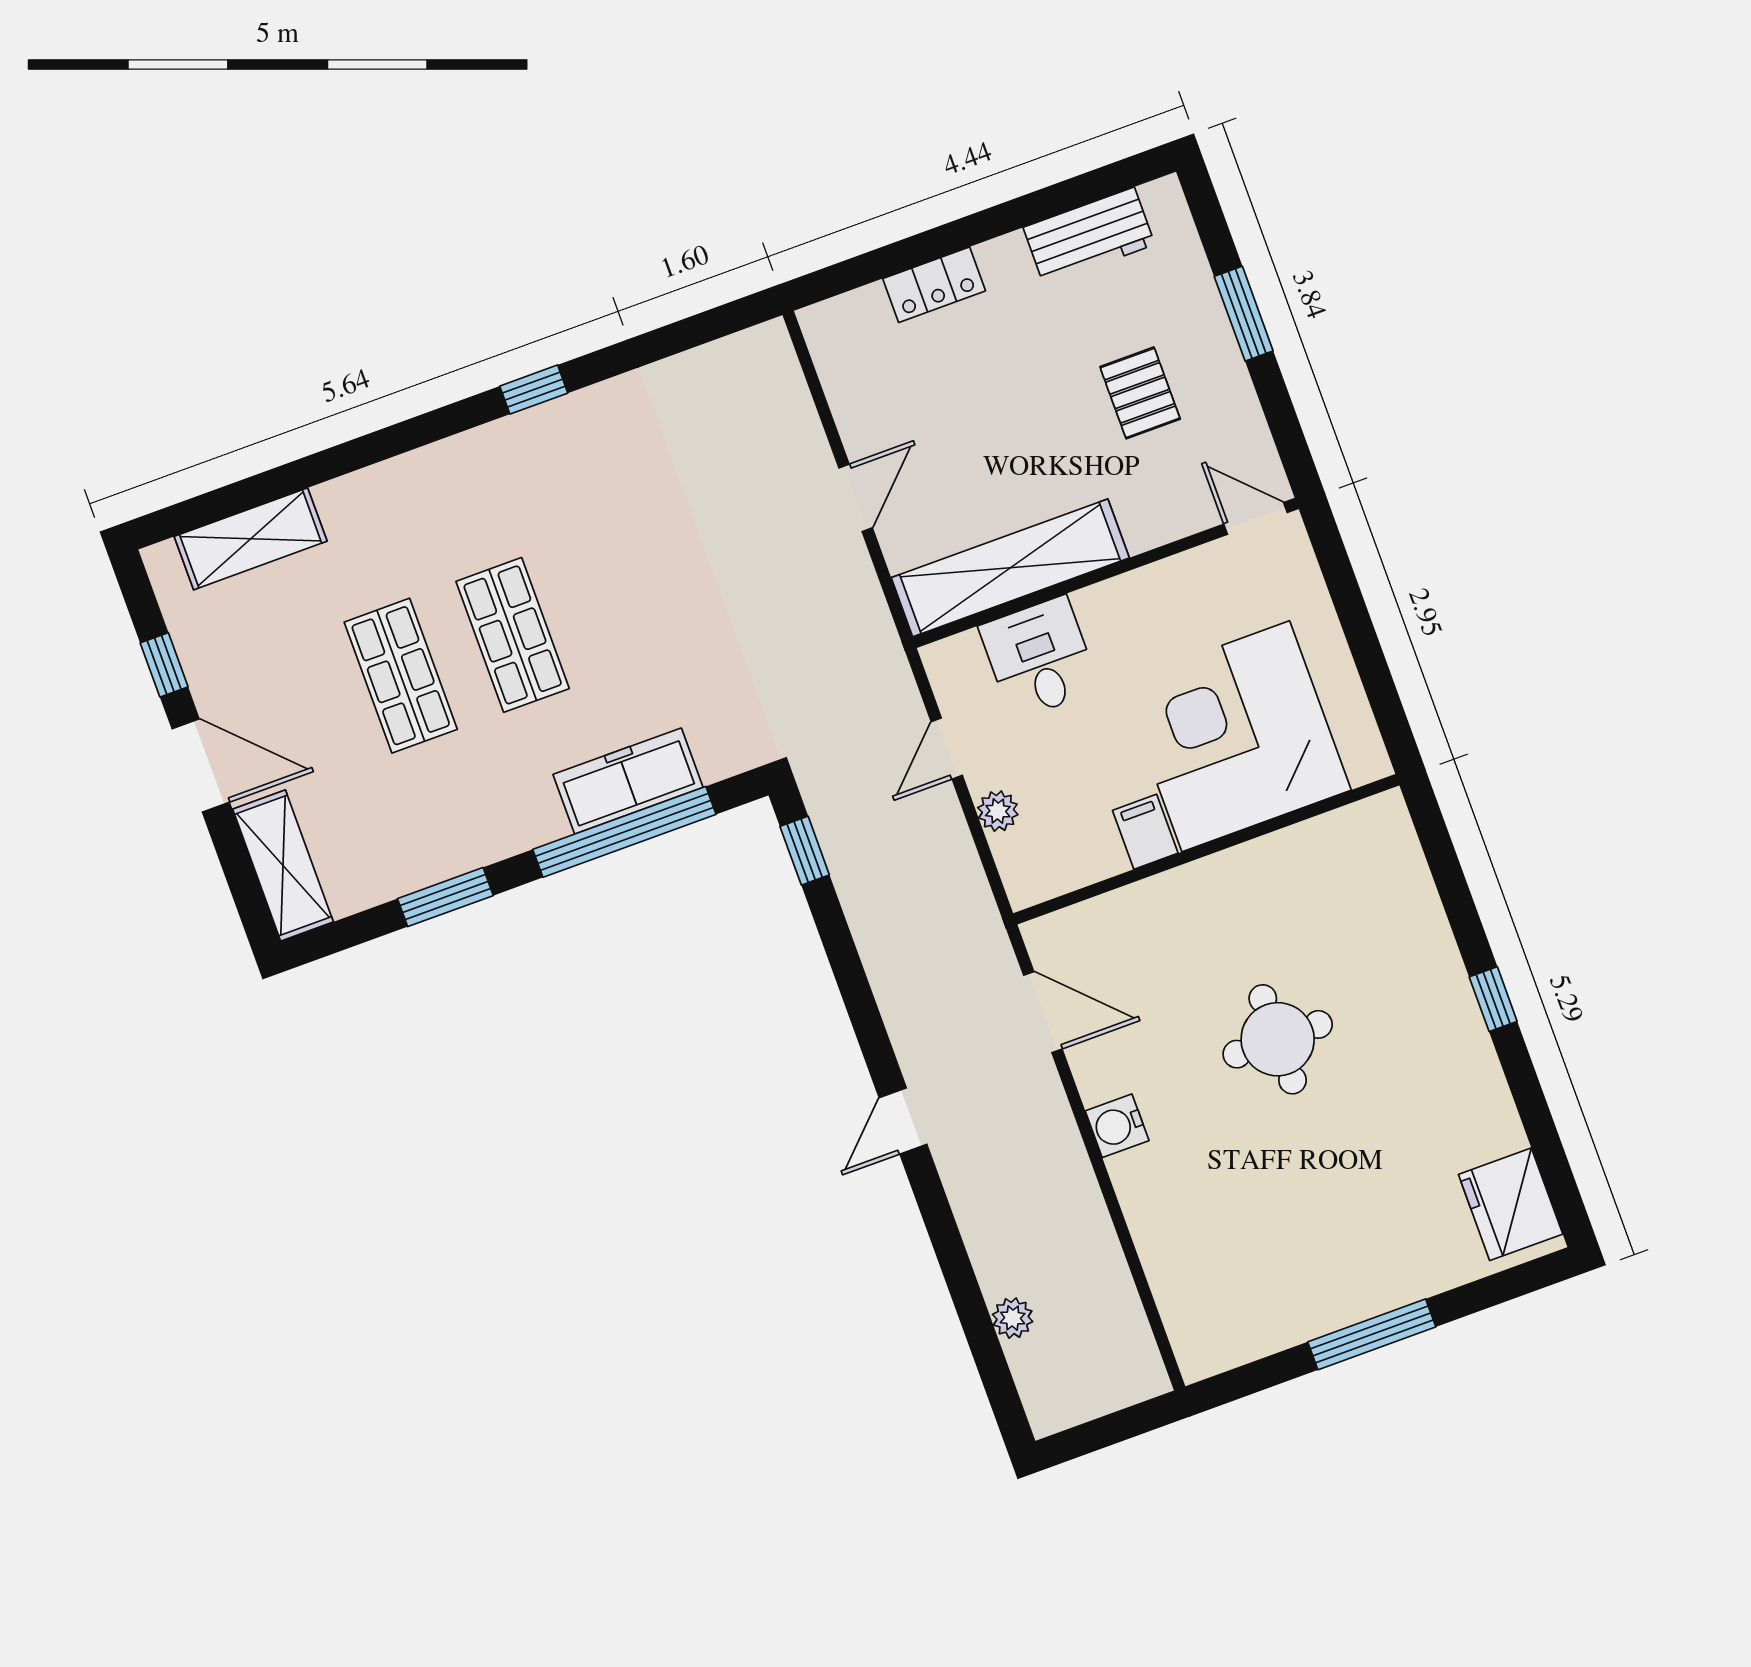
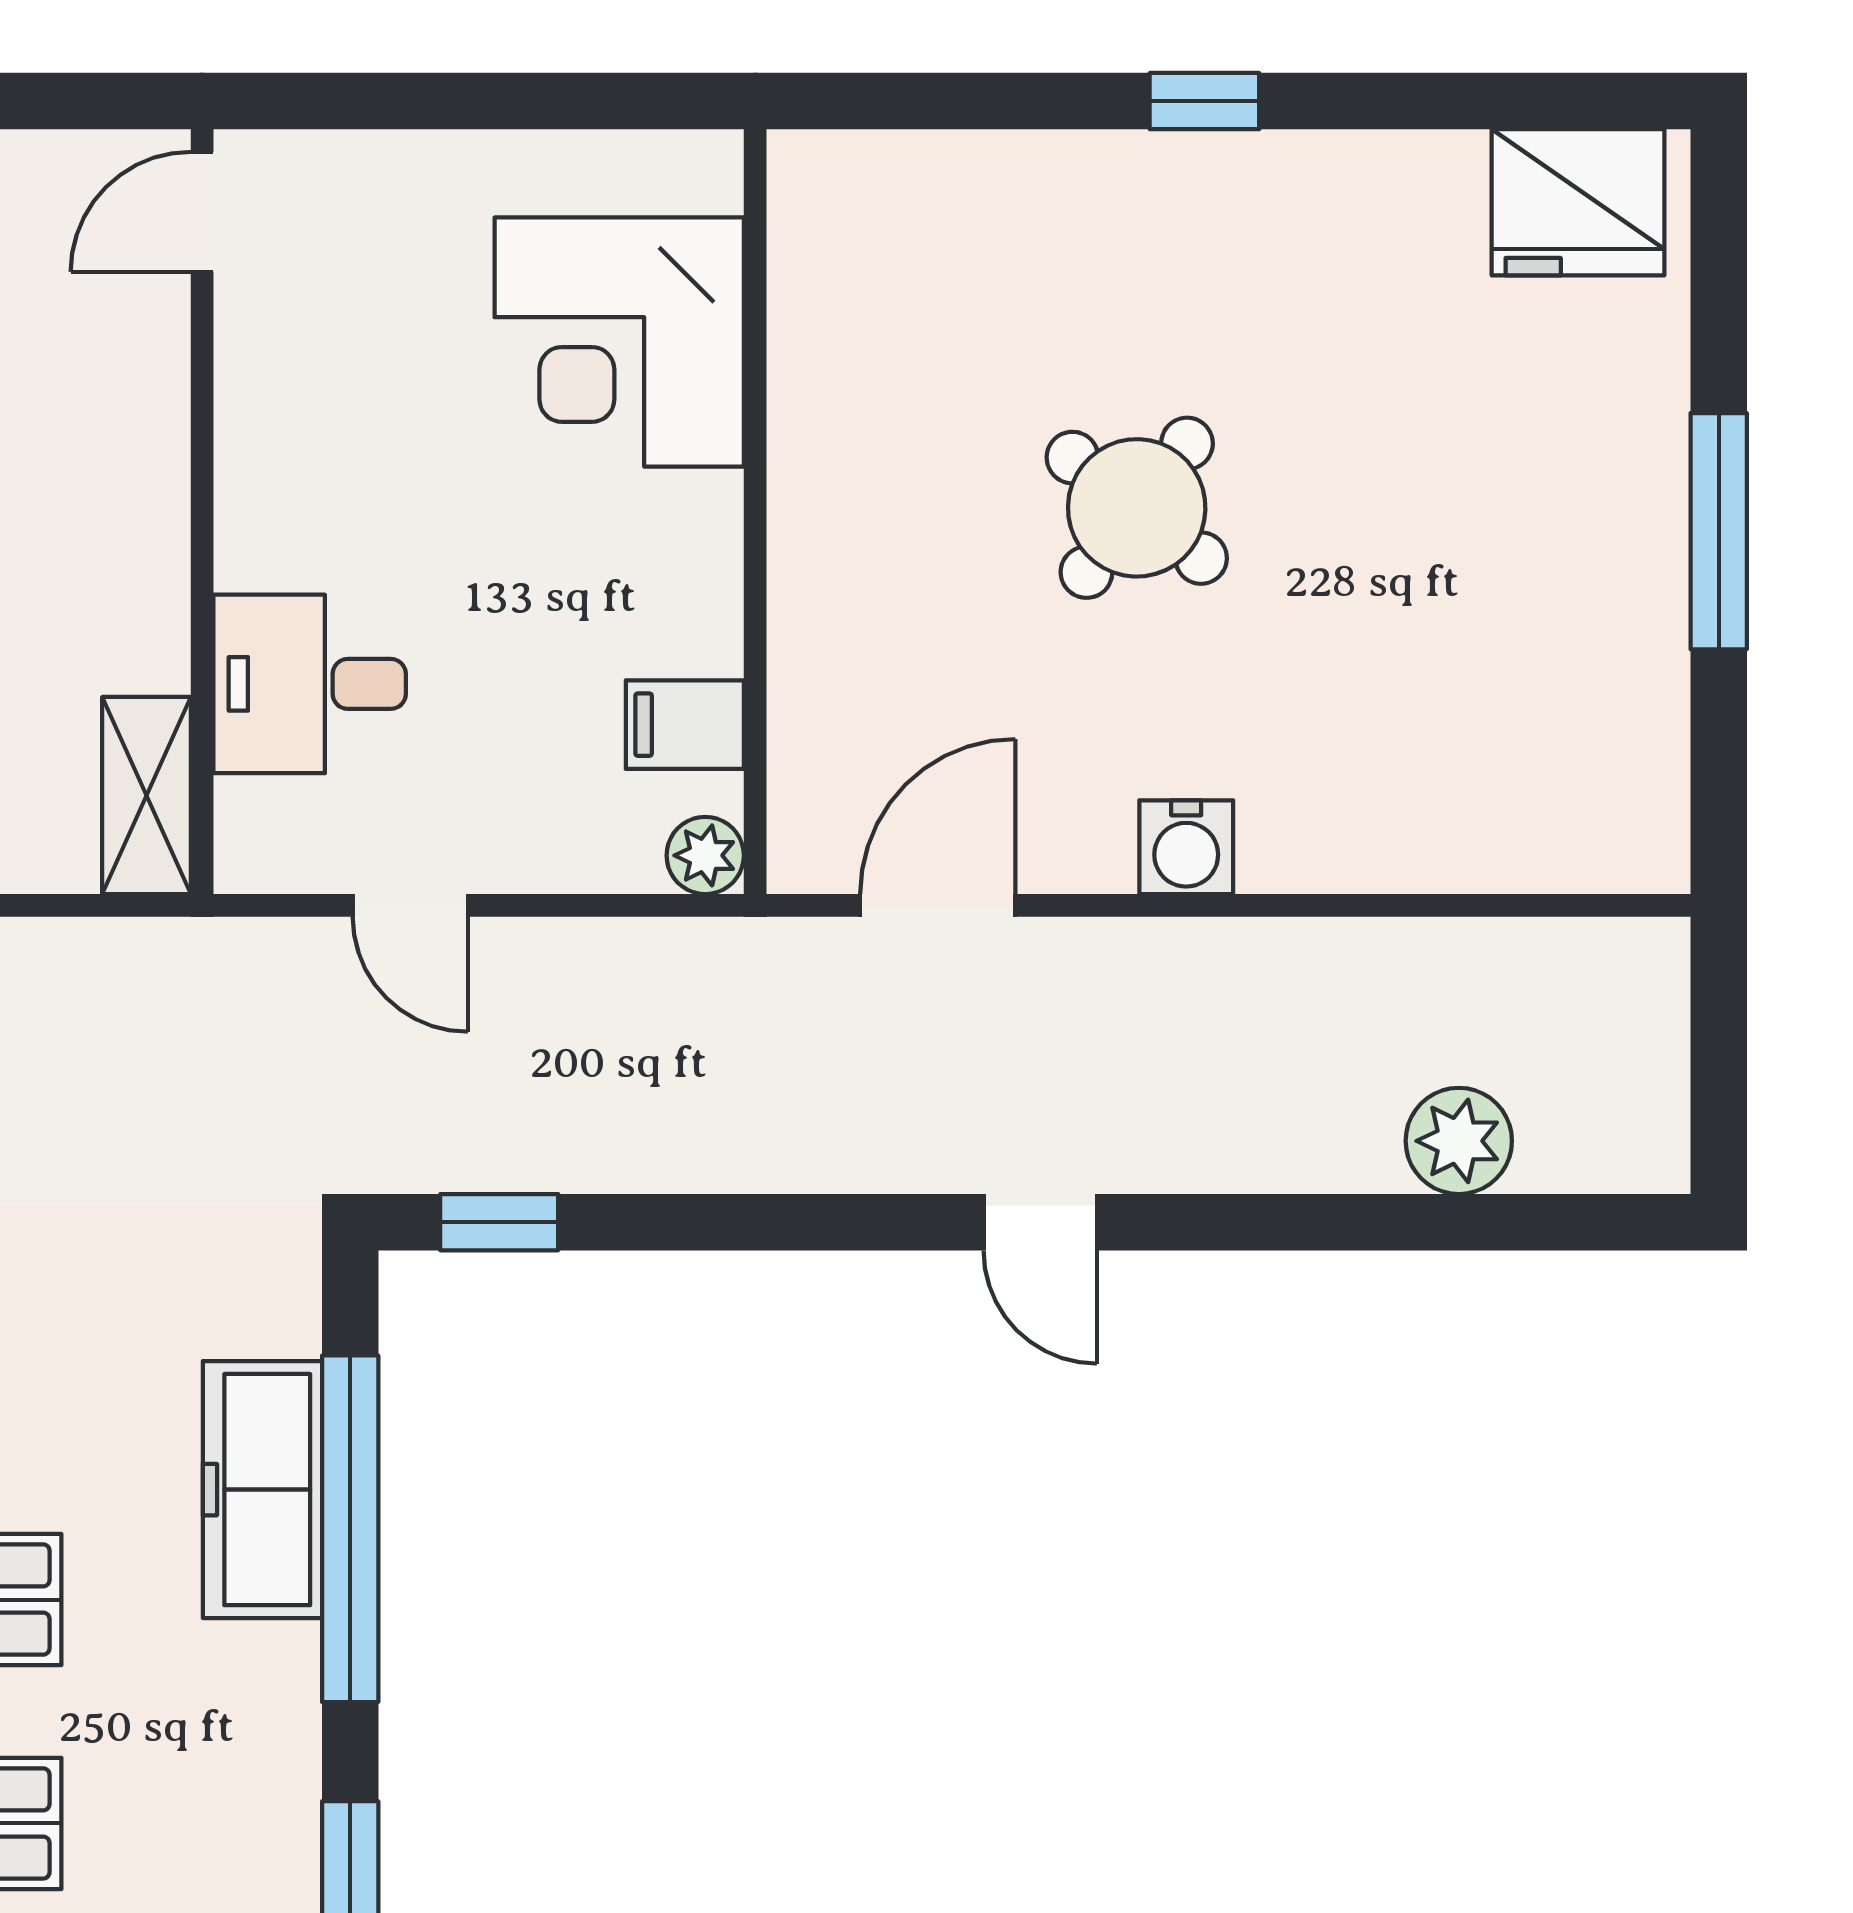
shelving: (1010, 568) -> (146, 796), width x0.45, depth x0.75
corner desk: (1236, 736) -> (619, 342), width x0.74, depth x0.74
plant: (998, 811) -> (705, 855), moved
filing cabinet: (1145, 832) -> (685, 725), moved
round table: (1278, 1039) -> (1137, 508), turned 38
plant: (1013, 1318) -> (1459, 1141), width x1.38, depth x1.38

